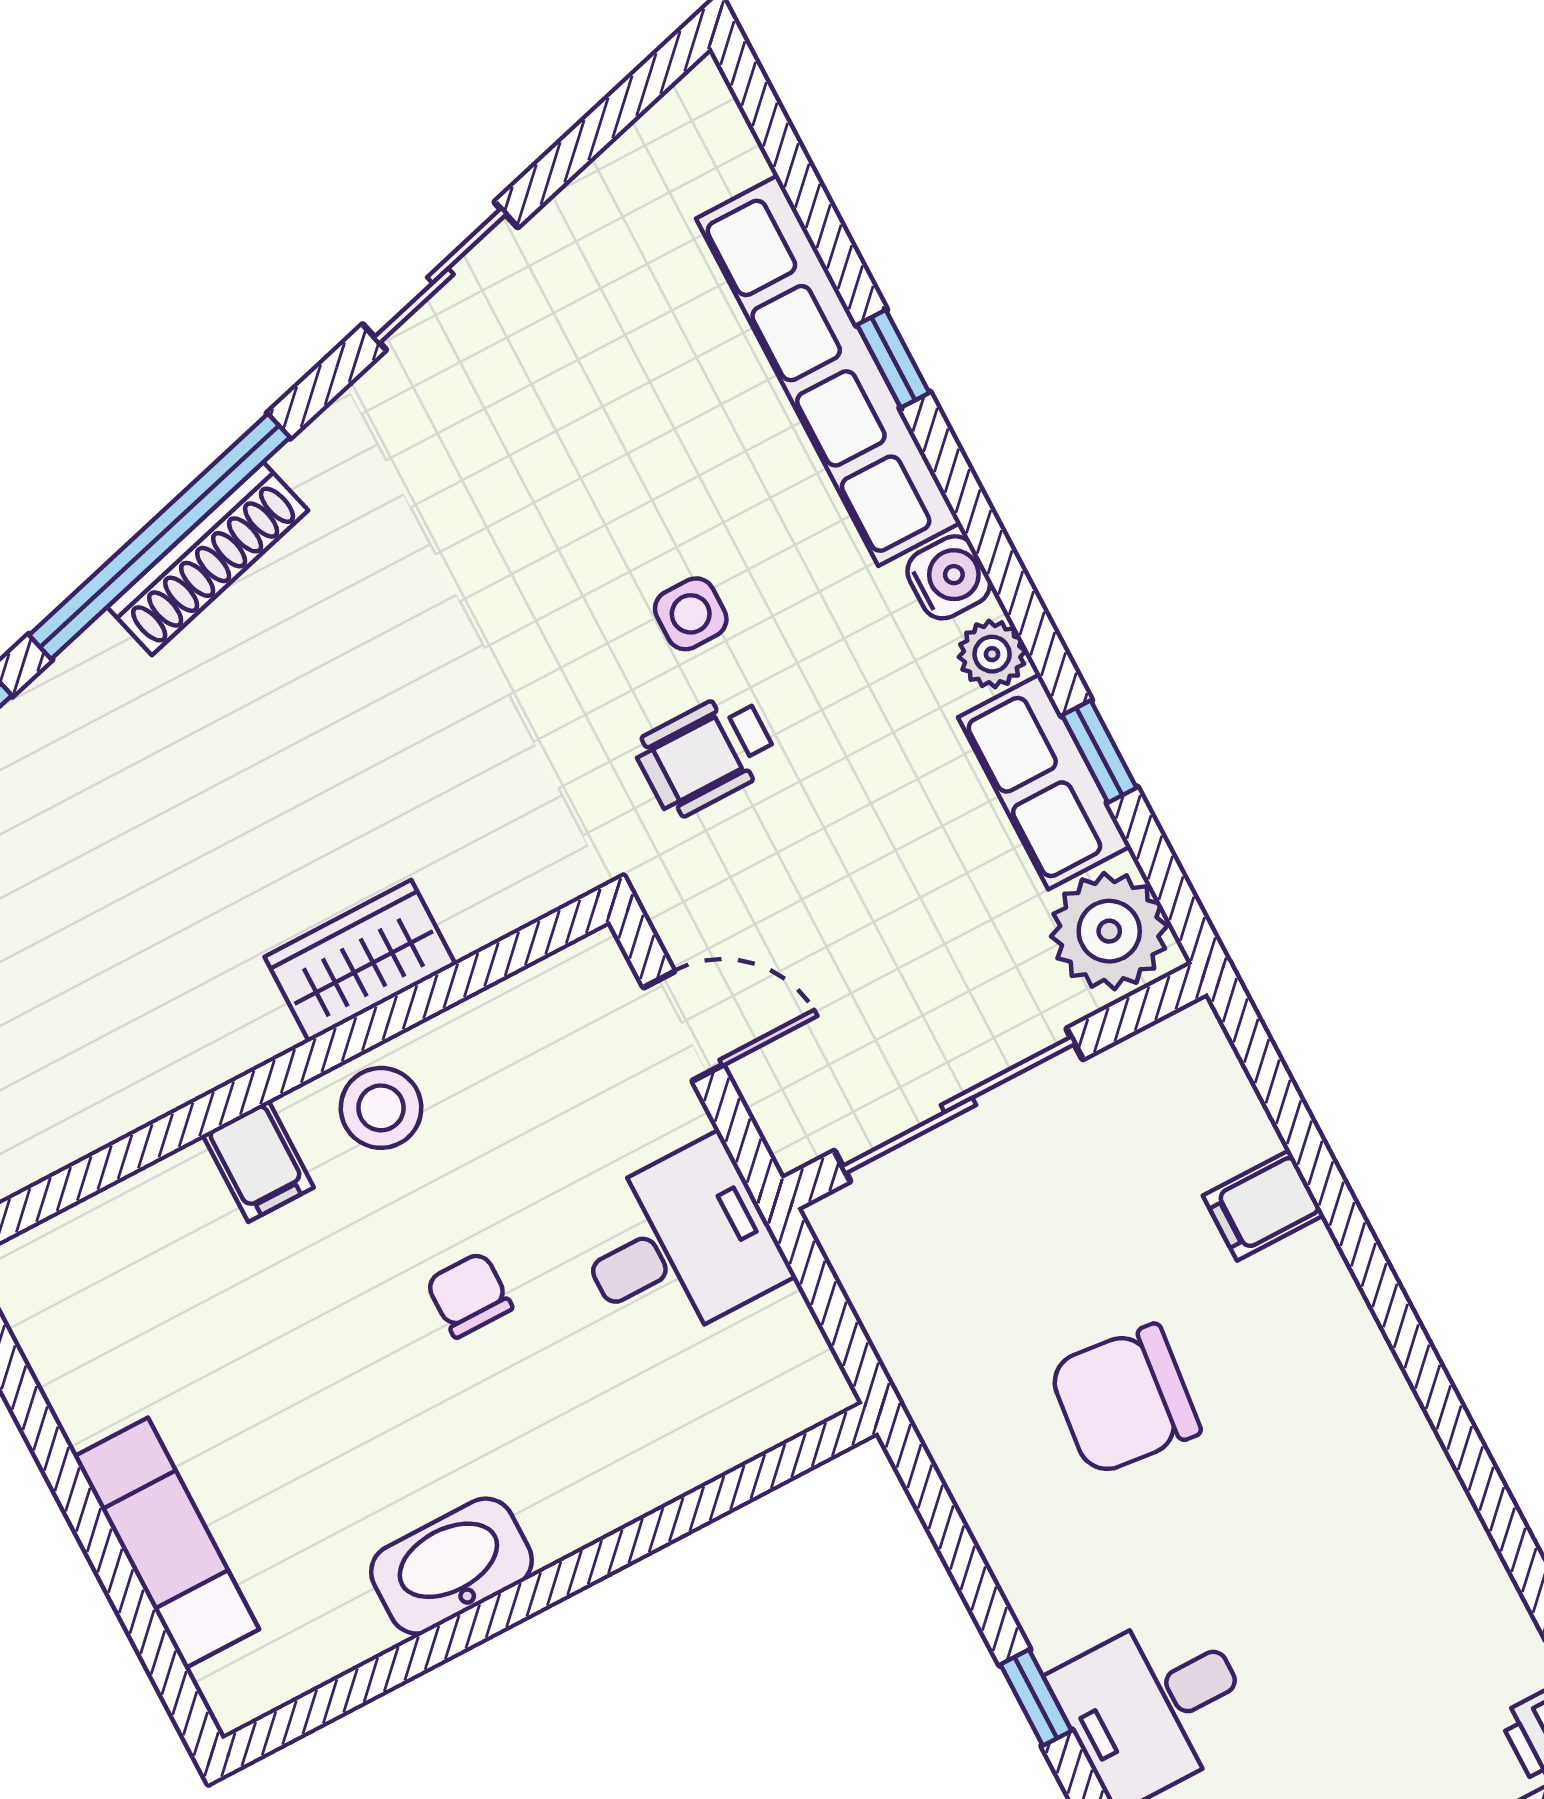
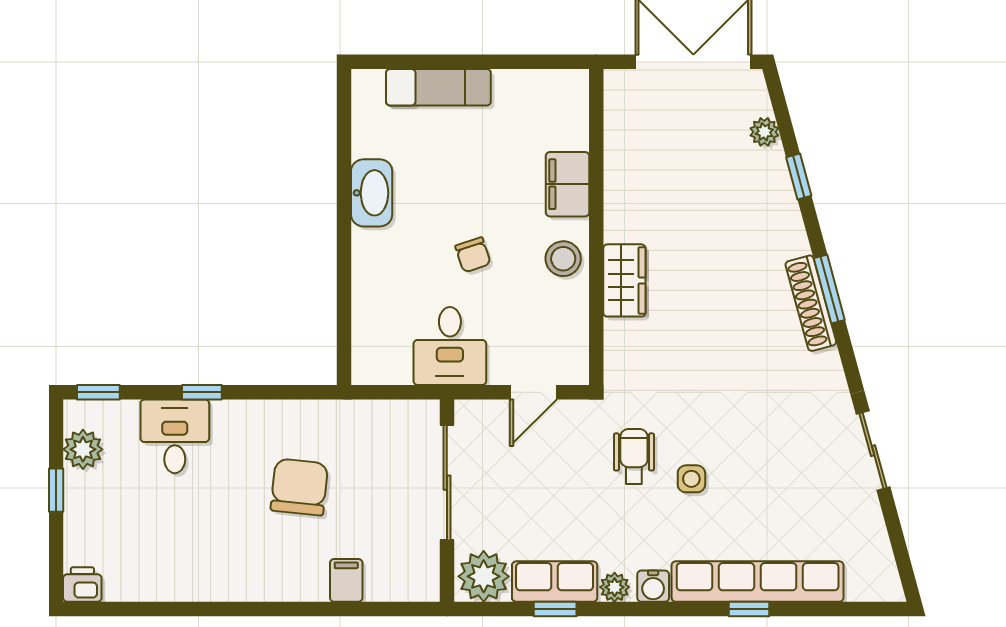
window: (160, 536) -> (829, 289), width x0.47
filing cabinet: (258, 1161) -> (568, 184), width x2.00
chair: (469, 1295) -> (473, 255), turned 72

